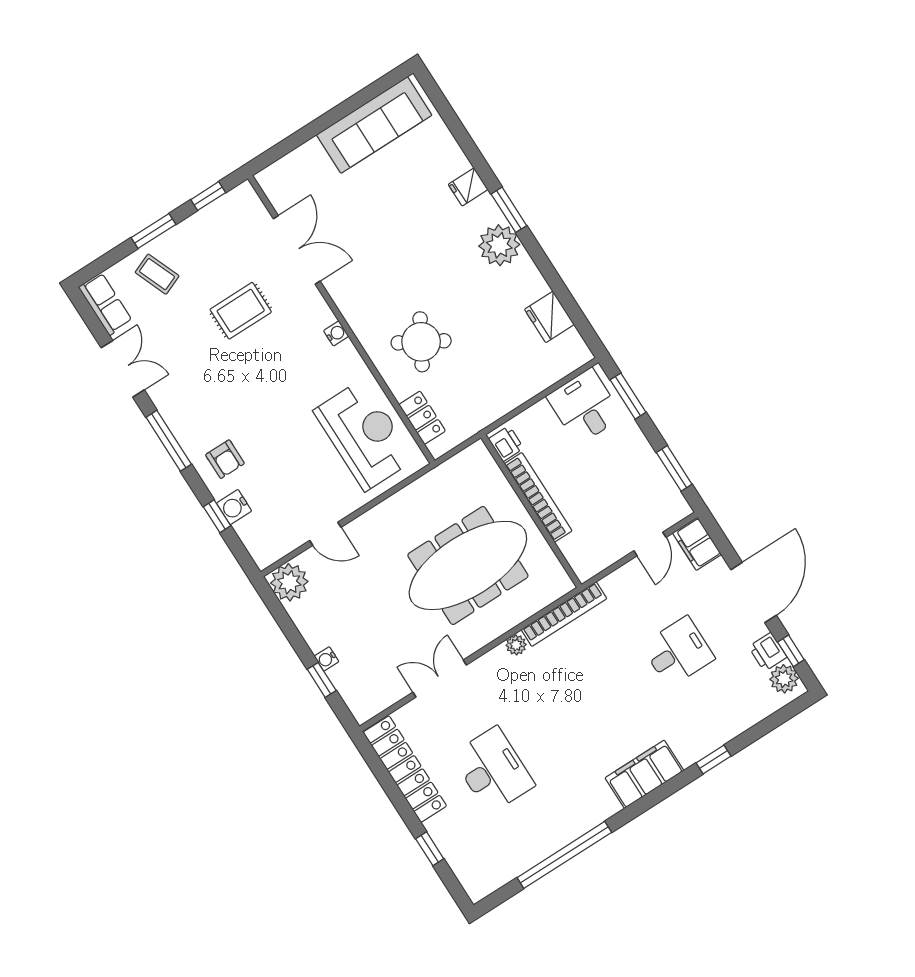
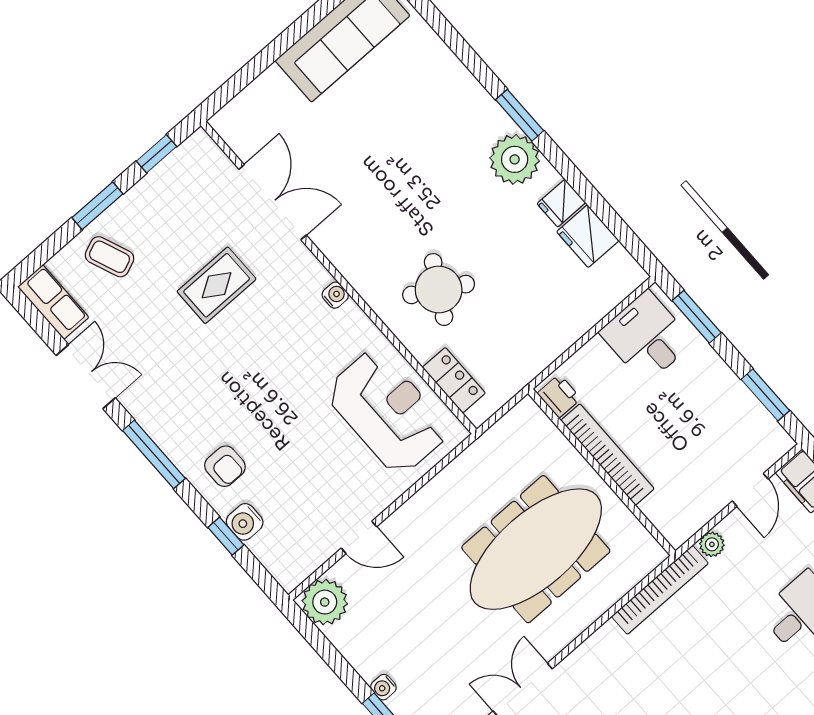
fridge: (468, 187) -> (561, 203), moved
plant: (516, 645) -> (712, 544), moved

